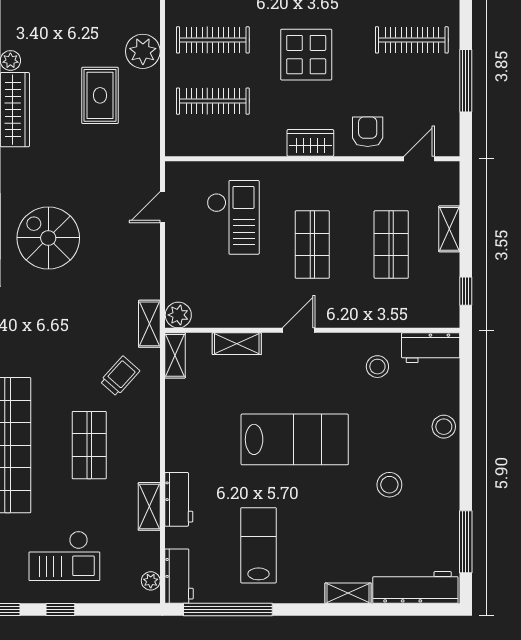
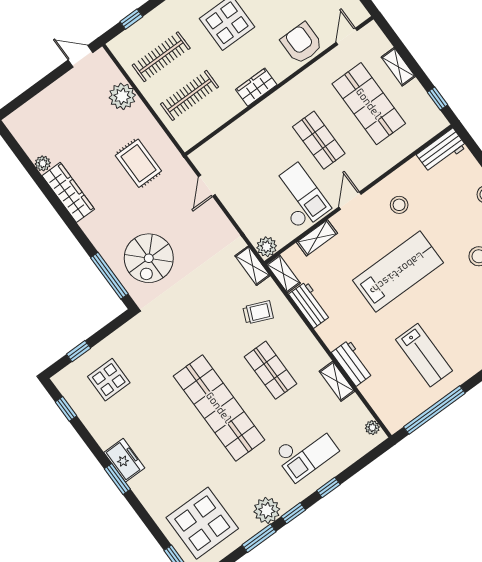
rug: (100, 95) -> (138, 163), moved
armchair: (368, 132) -> (302, 43), width x1.38, depth x1.38
wardrobe: (310, 143) -> (256, 87), moved
checkout: (233, 217) -> (299, 197), moved
spiral stairs: (48, 238) -> (149, 258), turned -90
shop shelf: (391, 245) -> (369, 104), width x1.43, depth x1.36
stool: (377, 367) -> (399, 205), moved
trolley: (120, 376) -> (258, 312), turned 71
lab bench: (259, 545) -> (424, 355), turned 180
workbench: (179, 576) -> (310, 305), moved

